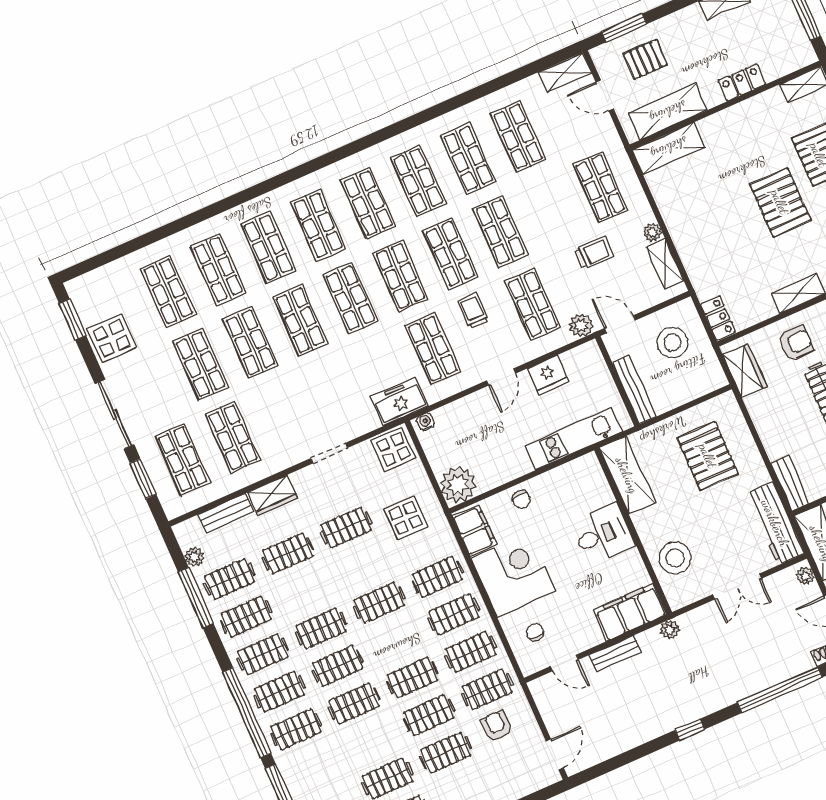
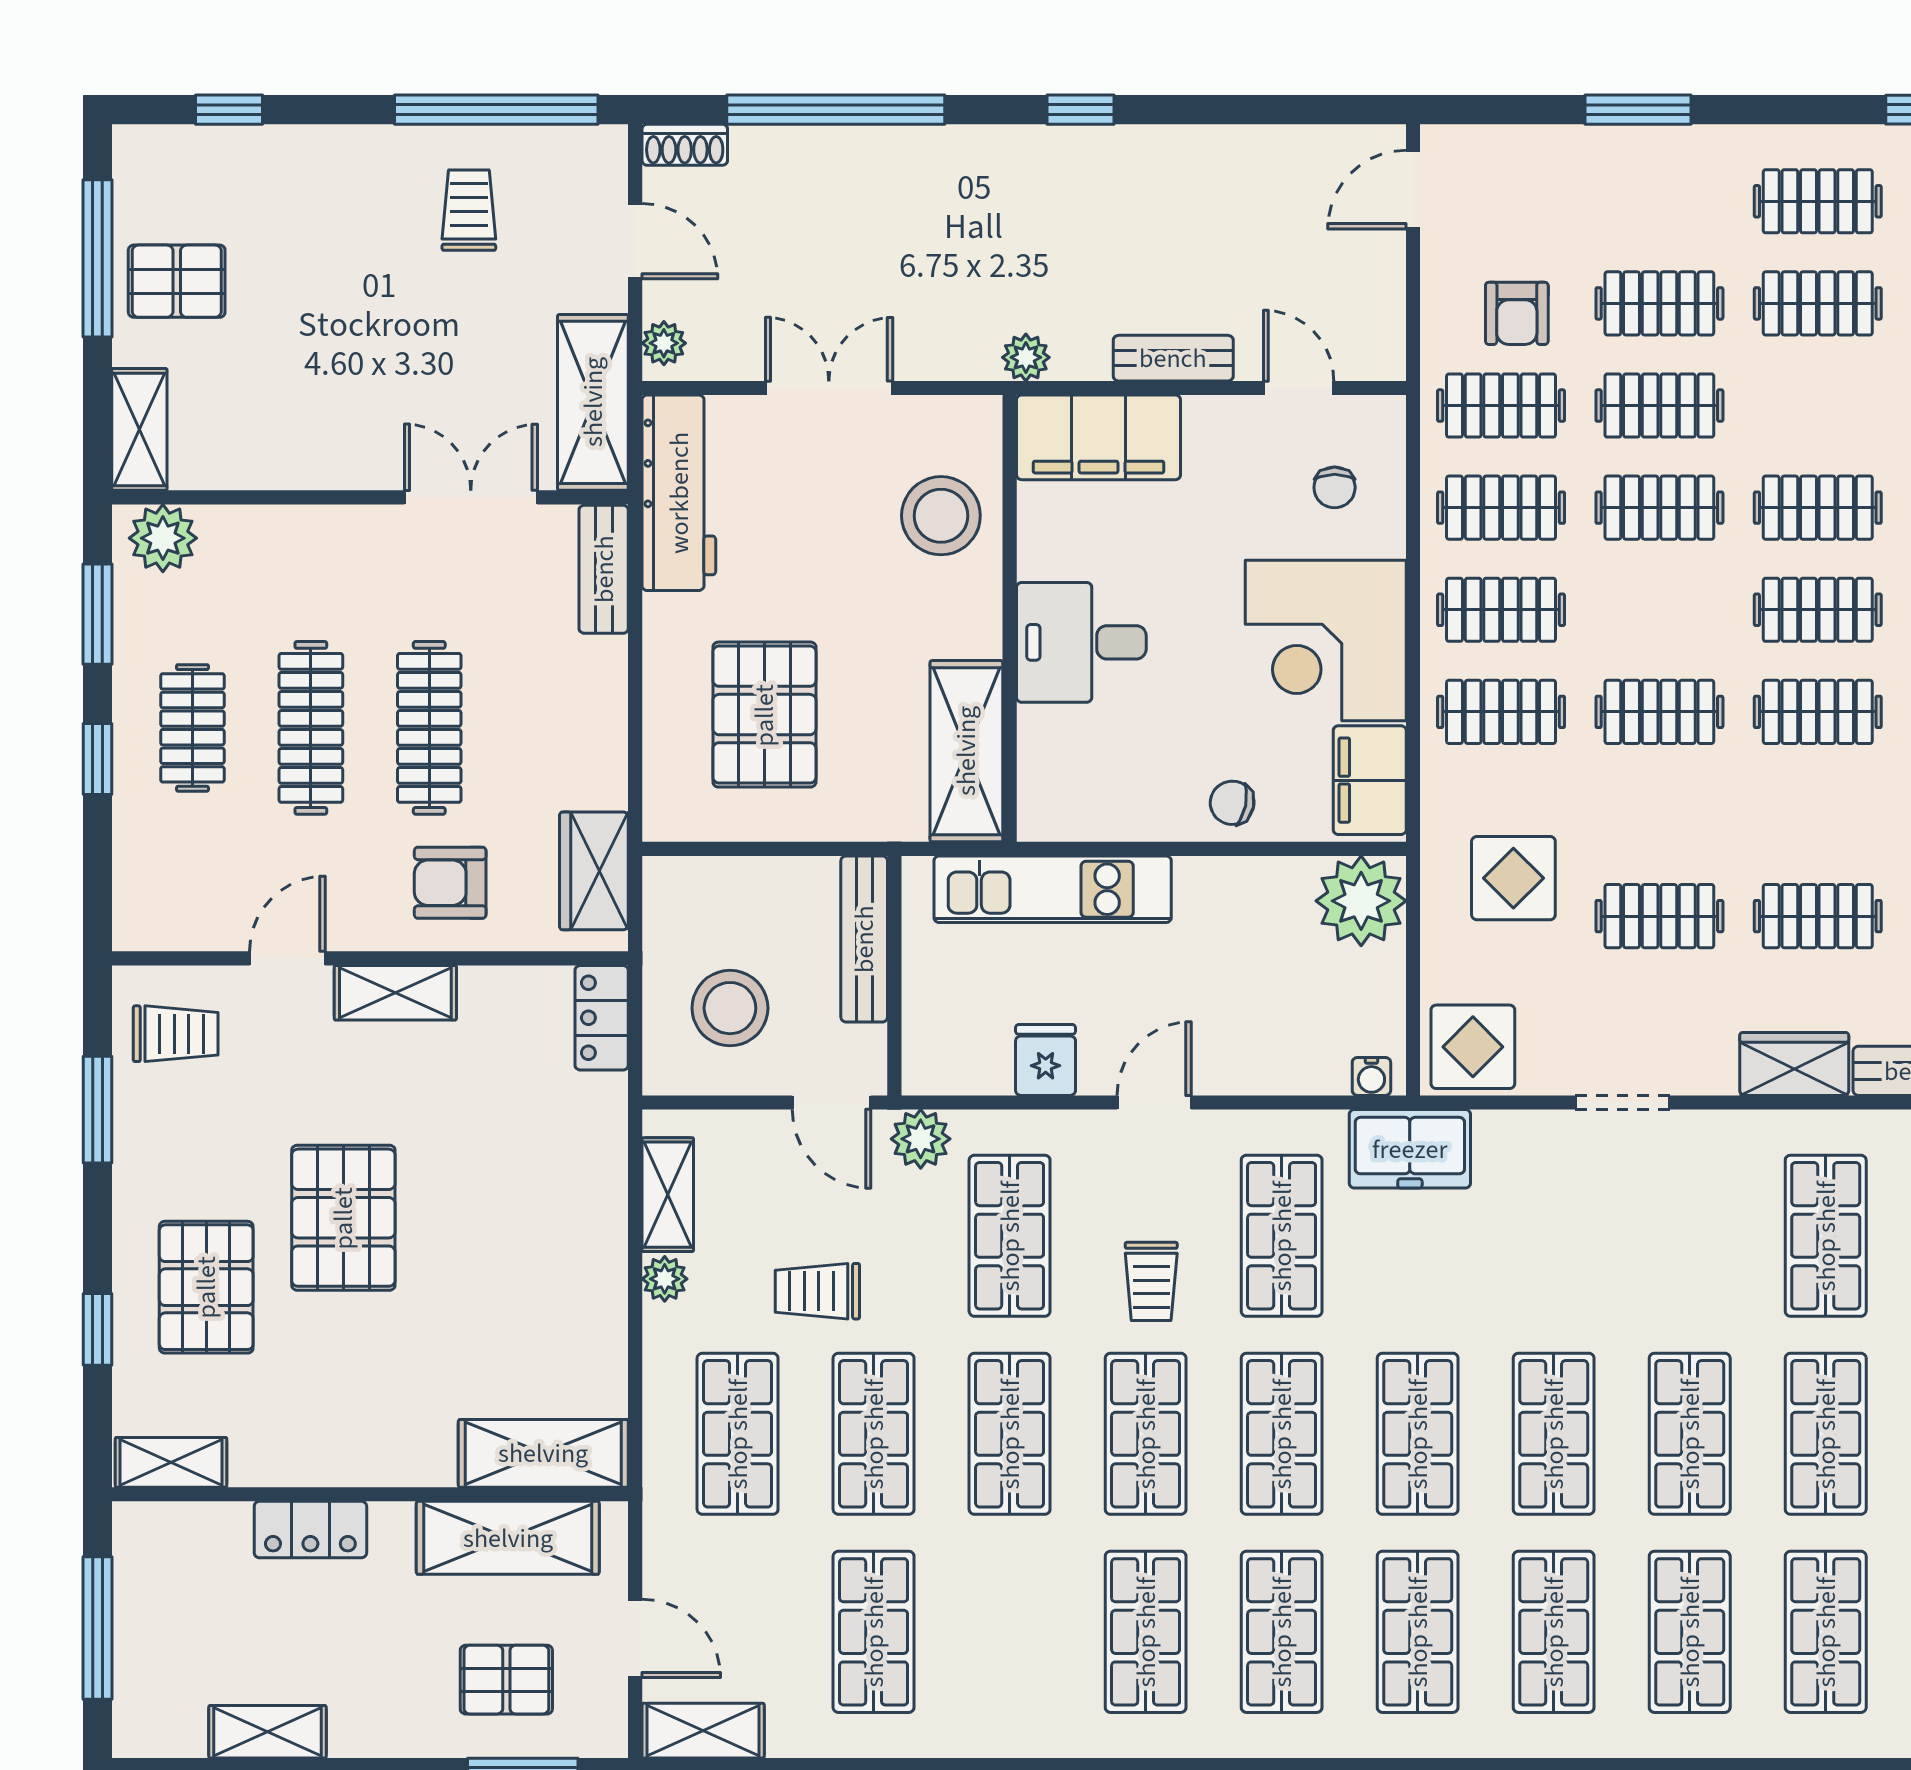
shop shelf: (468, 159) -> (874, 1434), moved
fridge: (548, 375) -> (1046, 1060), width x0.72
chair: (521, 500) -> (1232, 803), turned -78

